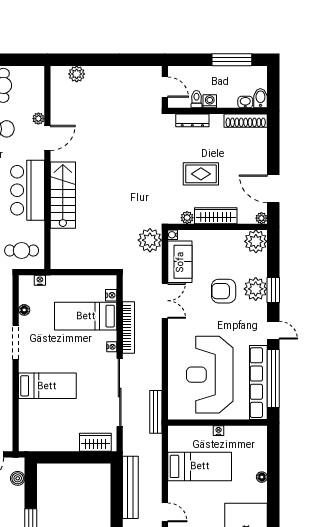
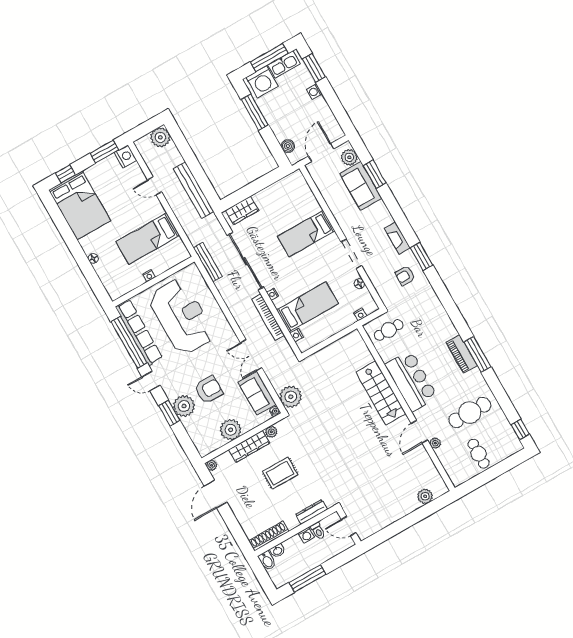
door: (273, 189) -> (216, 494), swing flipped
plant: (256, 241) -> (231, 430), moved

